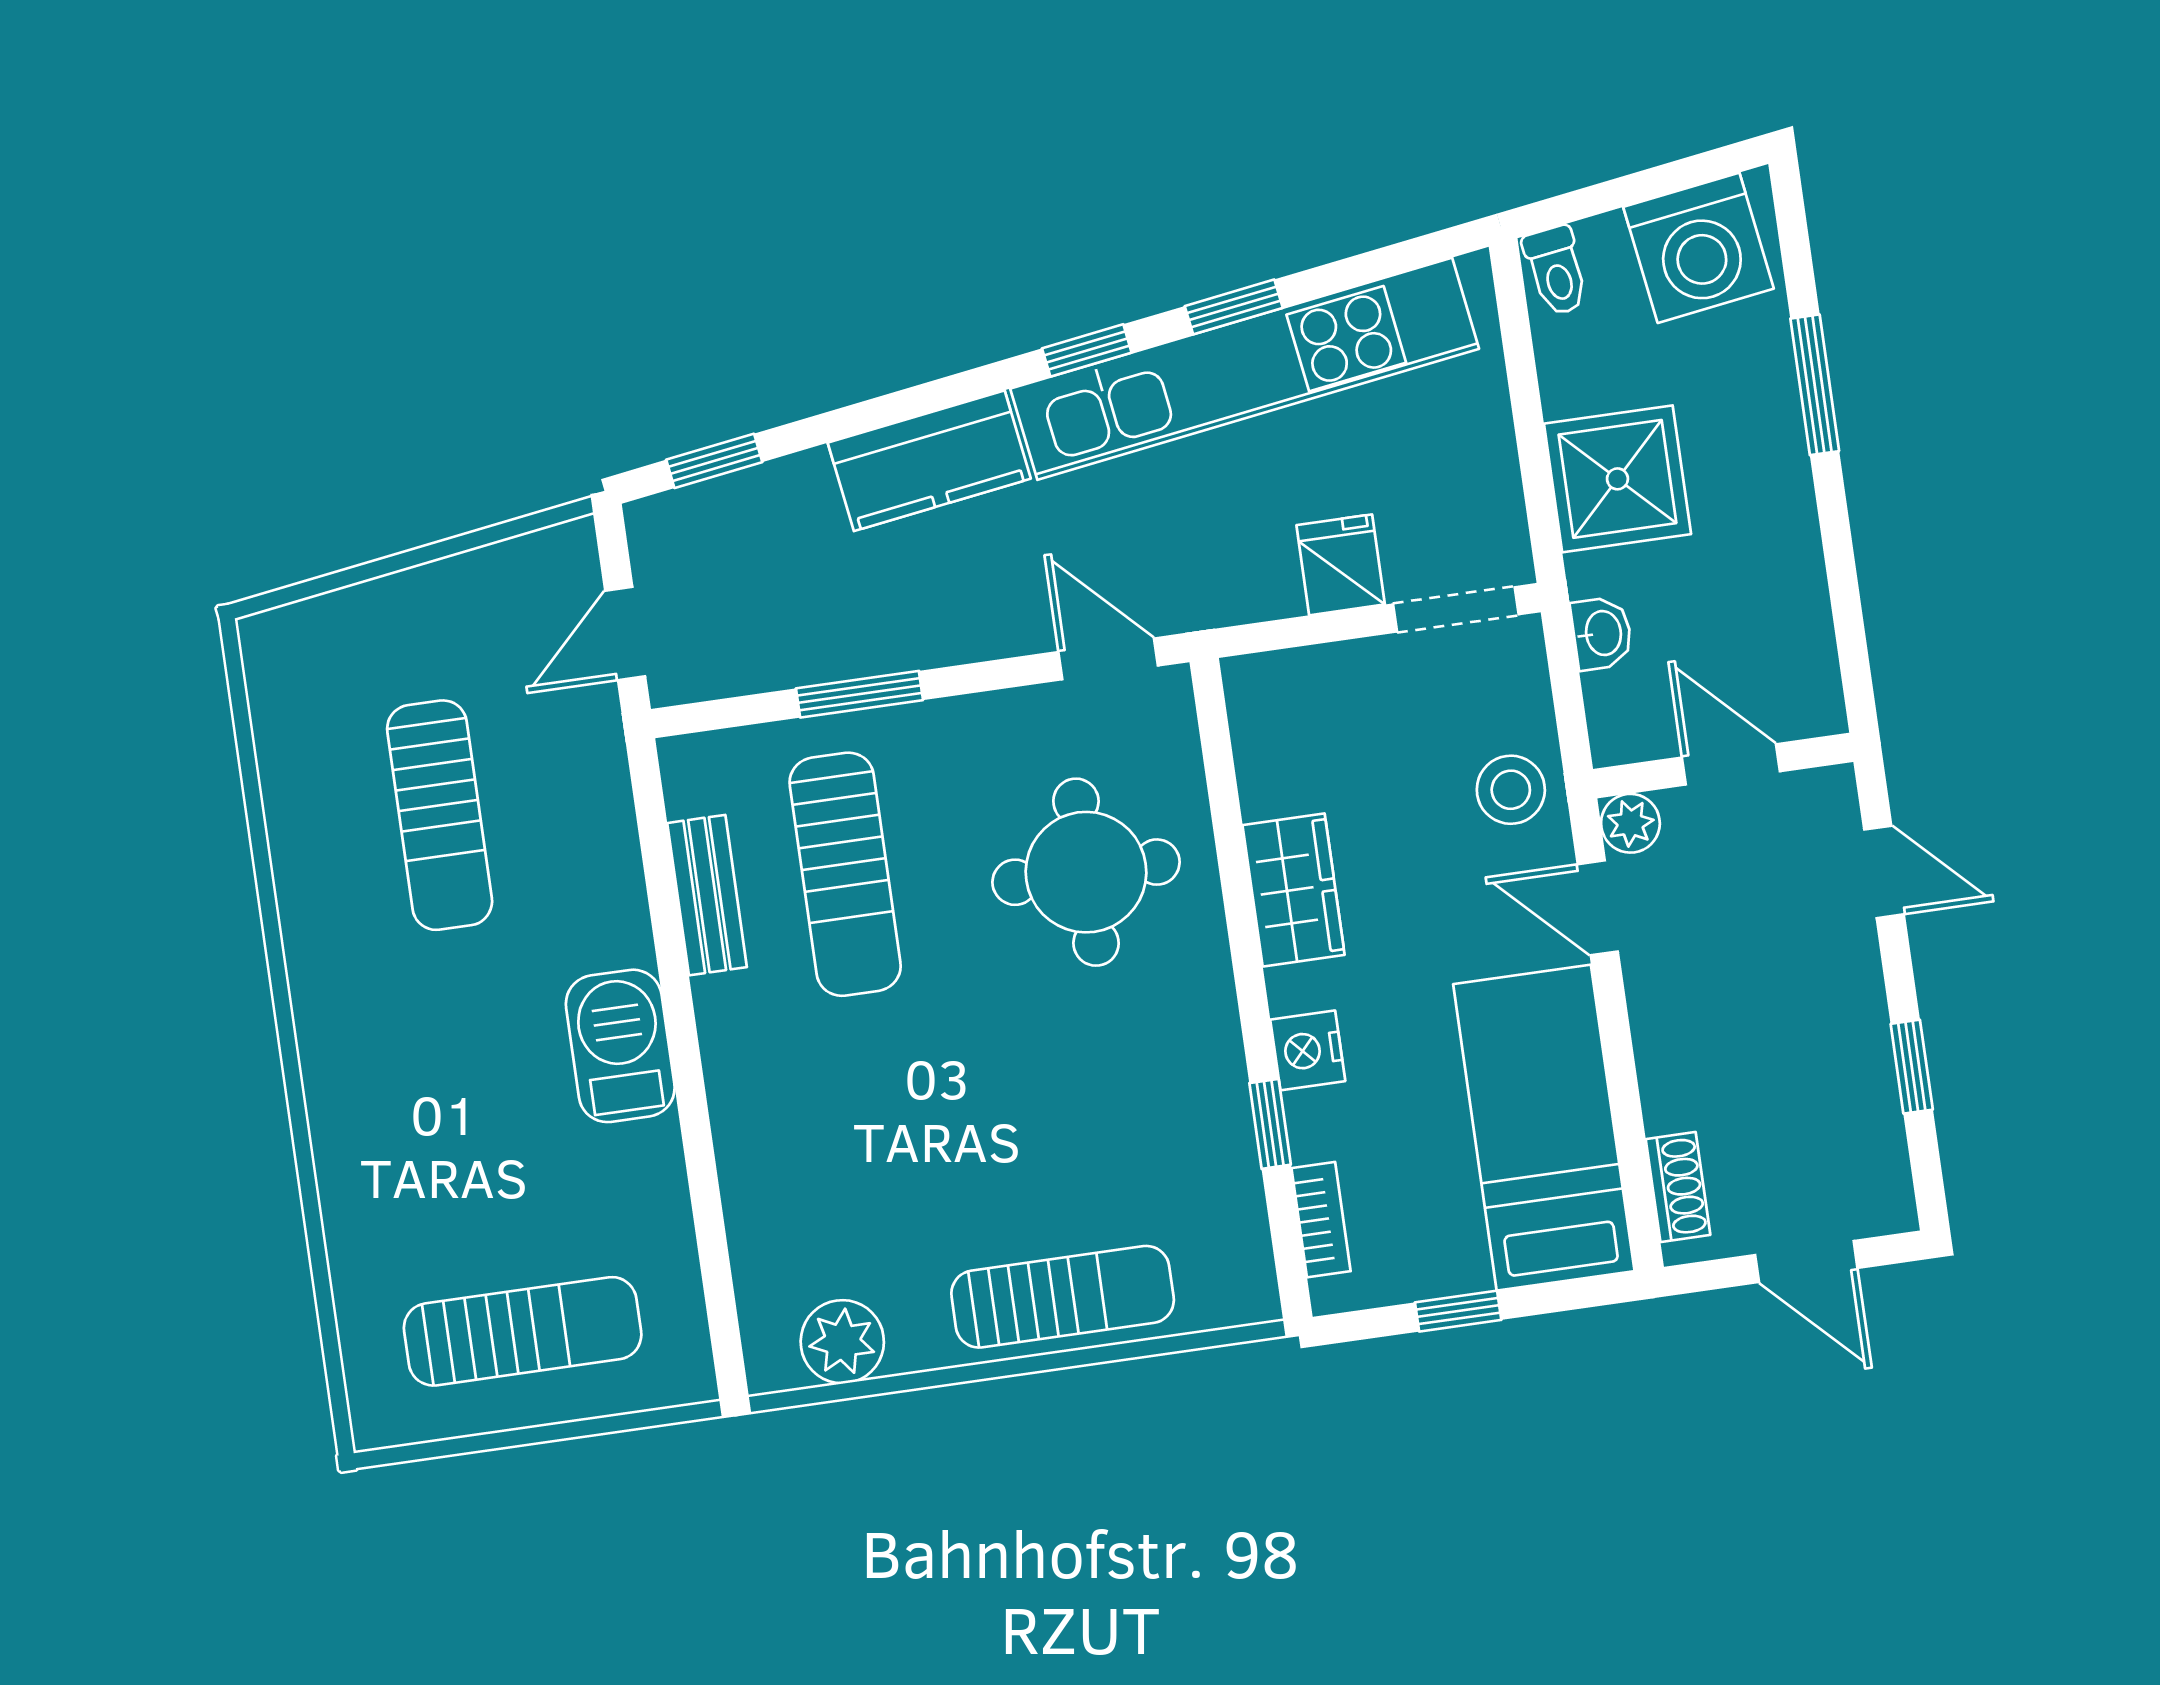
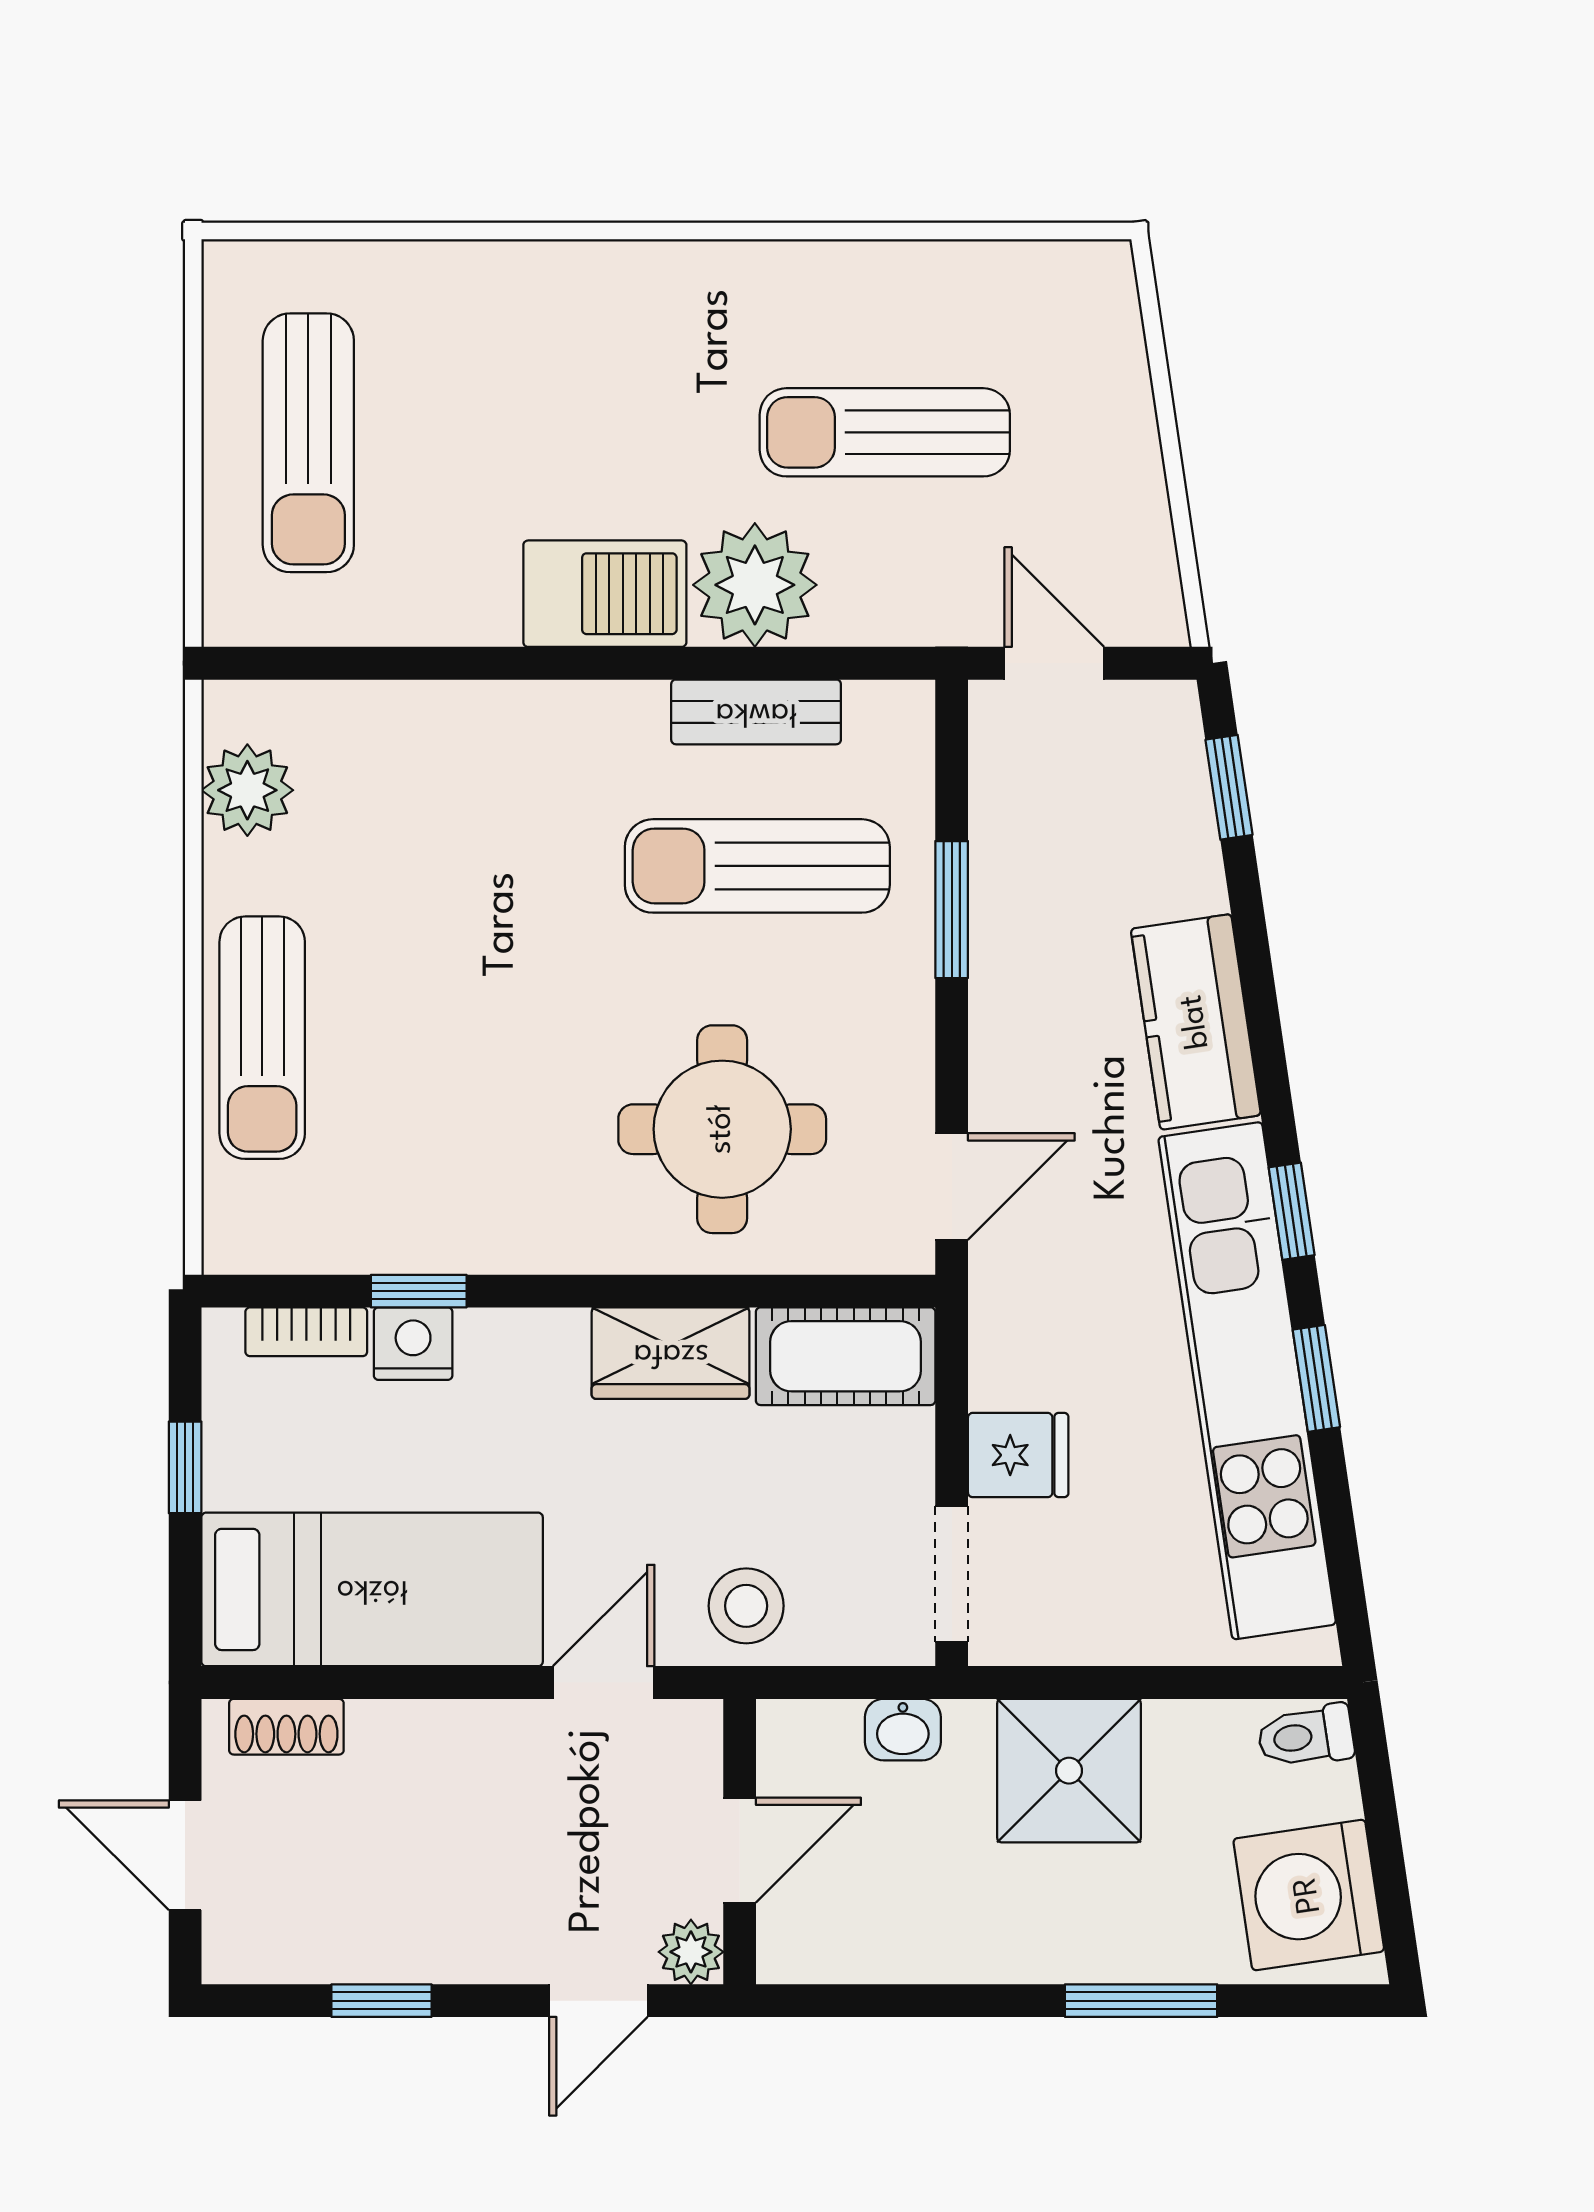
cot: (1274, 732) -> (846, 1356), added
plant: (1630, 823) -> (691, 1952), moved
plant: (593, 912) -> (755, 585), added
nightstand: (1308, 1050) -> (413, 1344), moved
door: (1806, 1262) -> (185, 1855), hinge flipped

